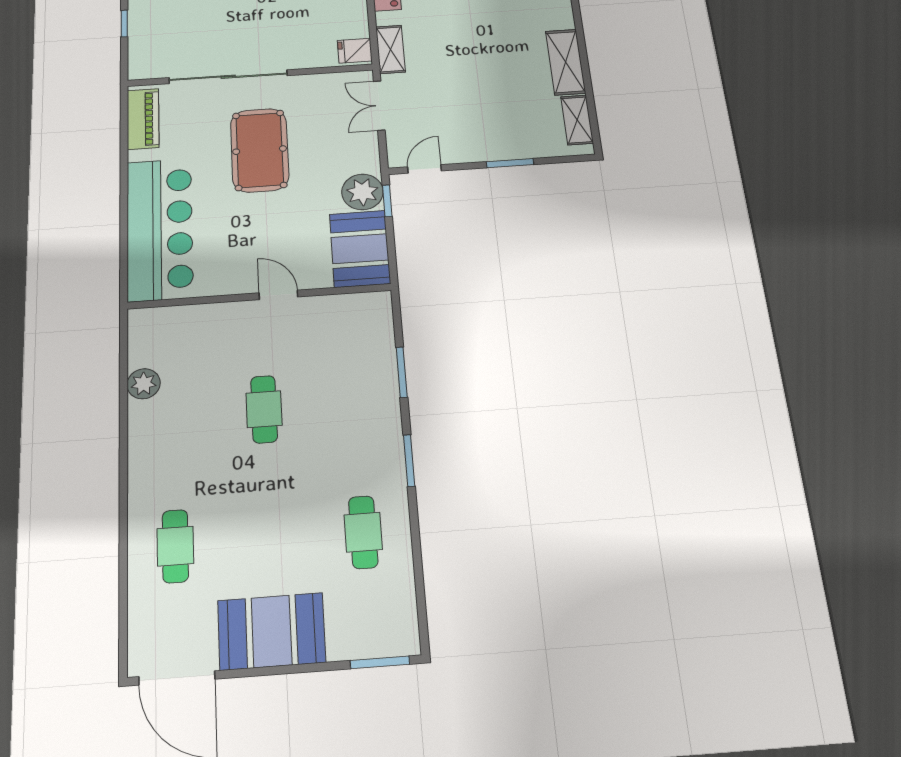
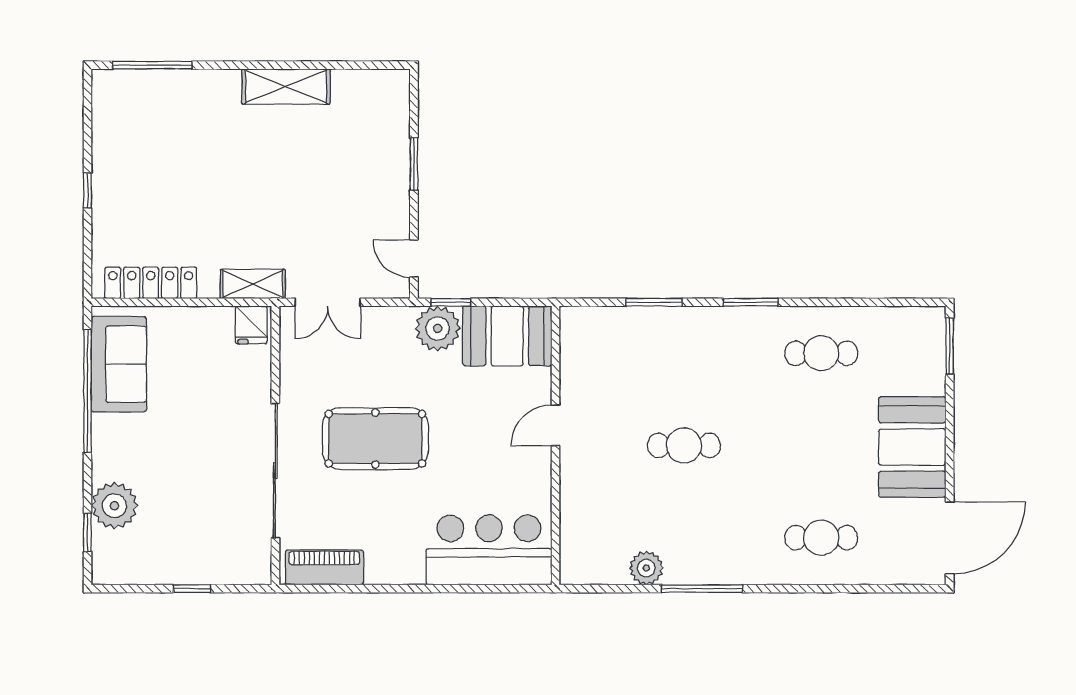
shelving: (577, 120) -> (364, 83), removed
bar counter: (160, 229) -> (489, 550), width x0.73
window: (123, 436) -> (702, 589), added

